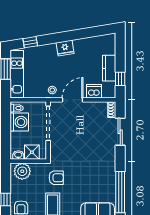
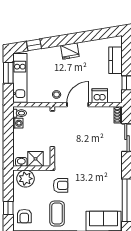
kitchen counter: (109, 68) -> (116, 60), moved
washing machine: (19, 122) -> (18, 123), width x0.53, depth x0.53

